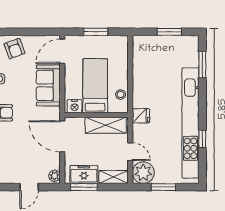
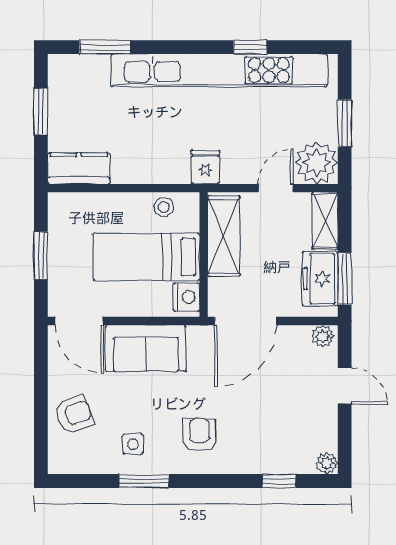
kitchen counter: (140, 51) -> (79, 168), added

